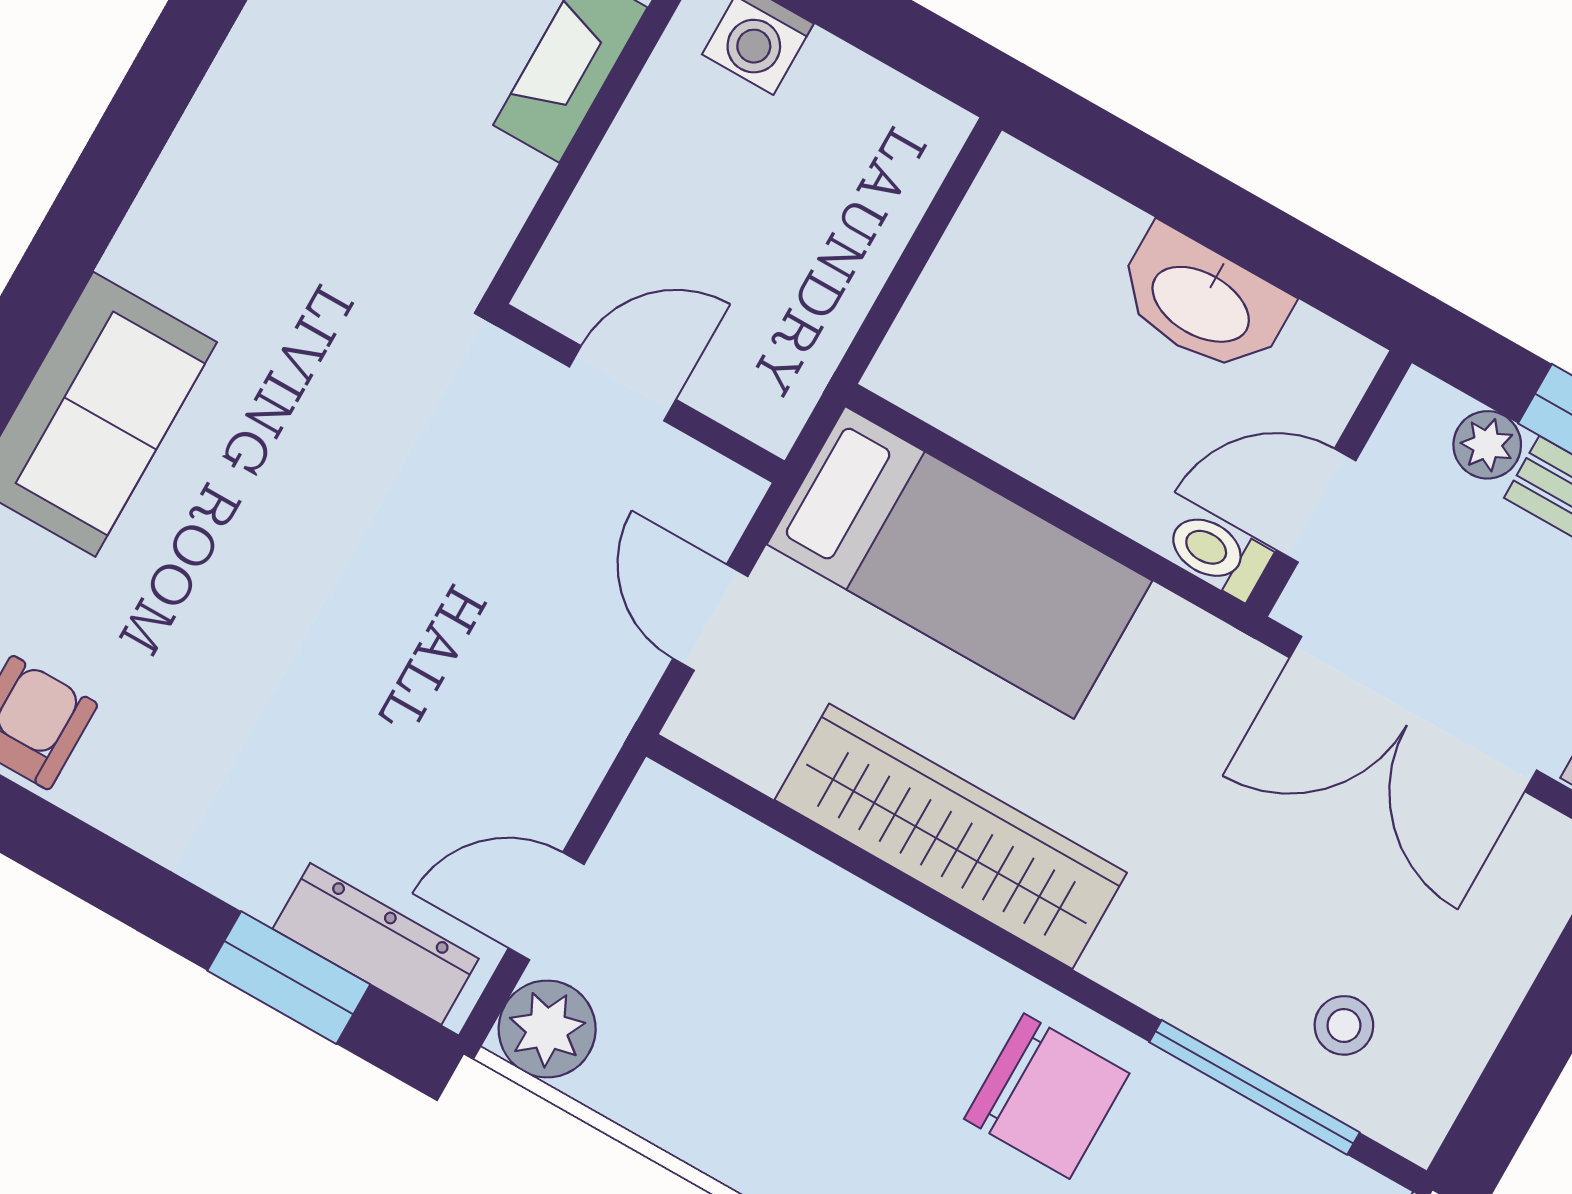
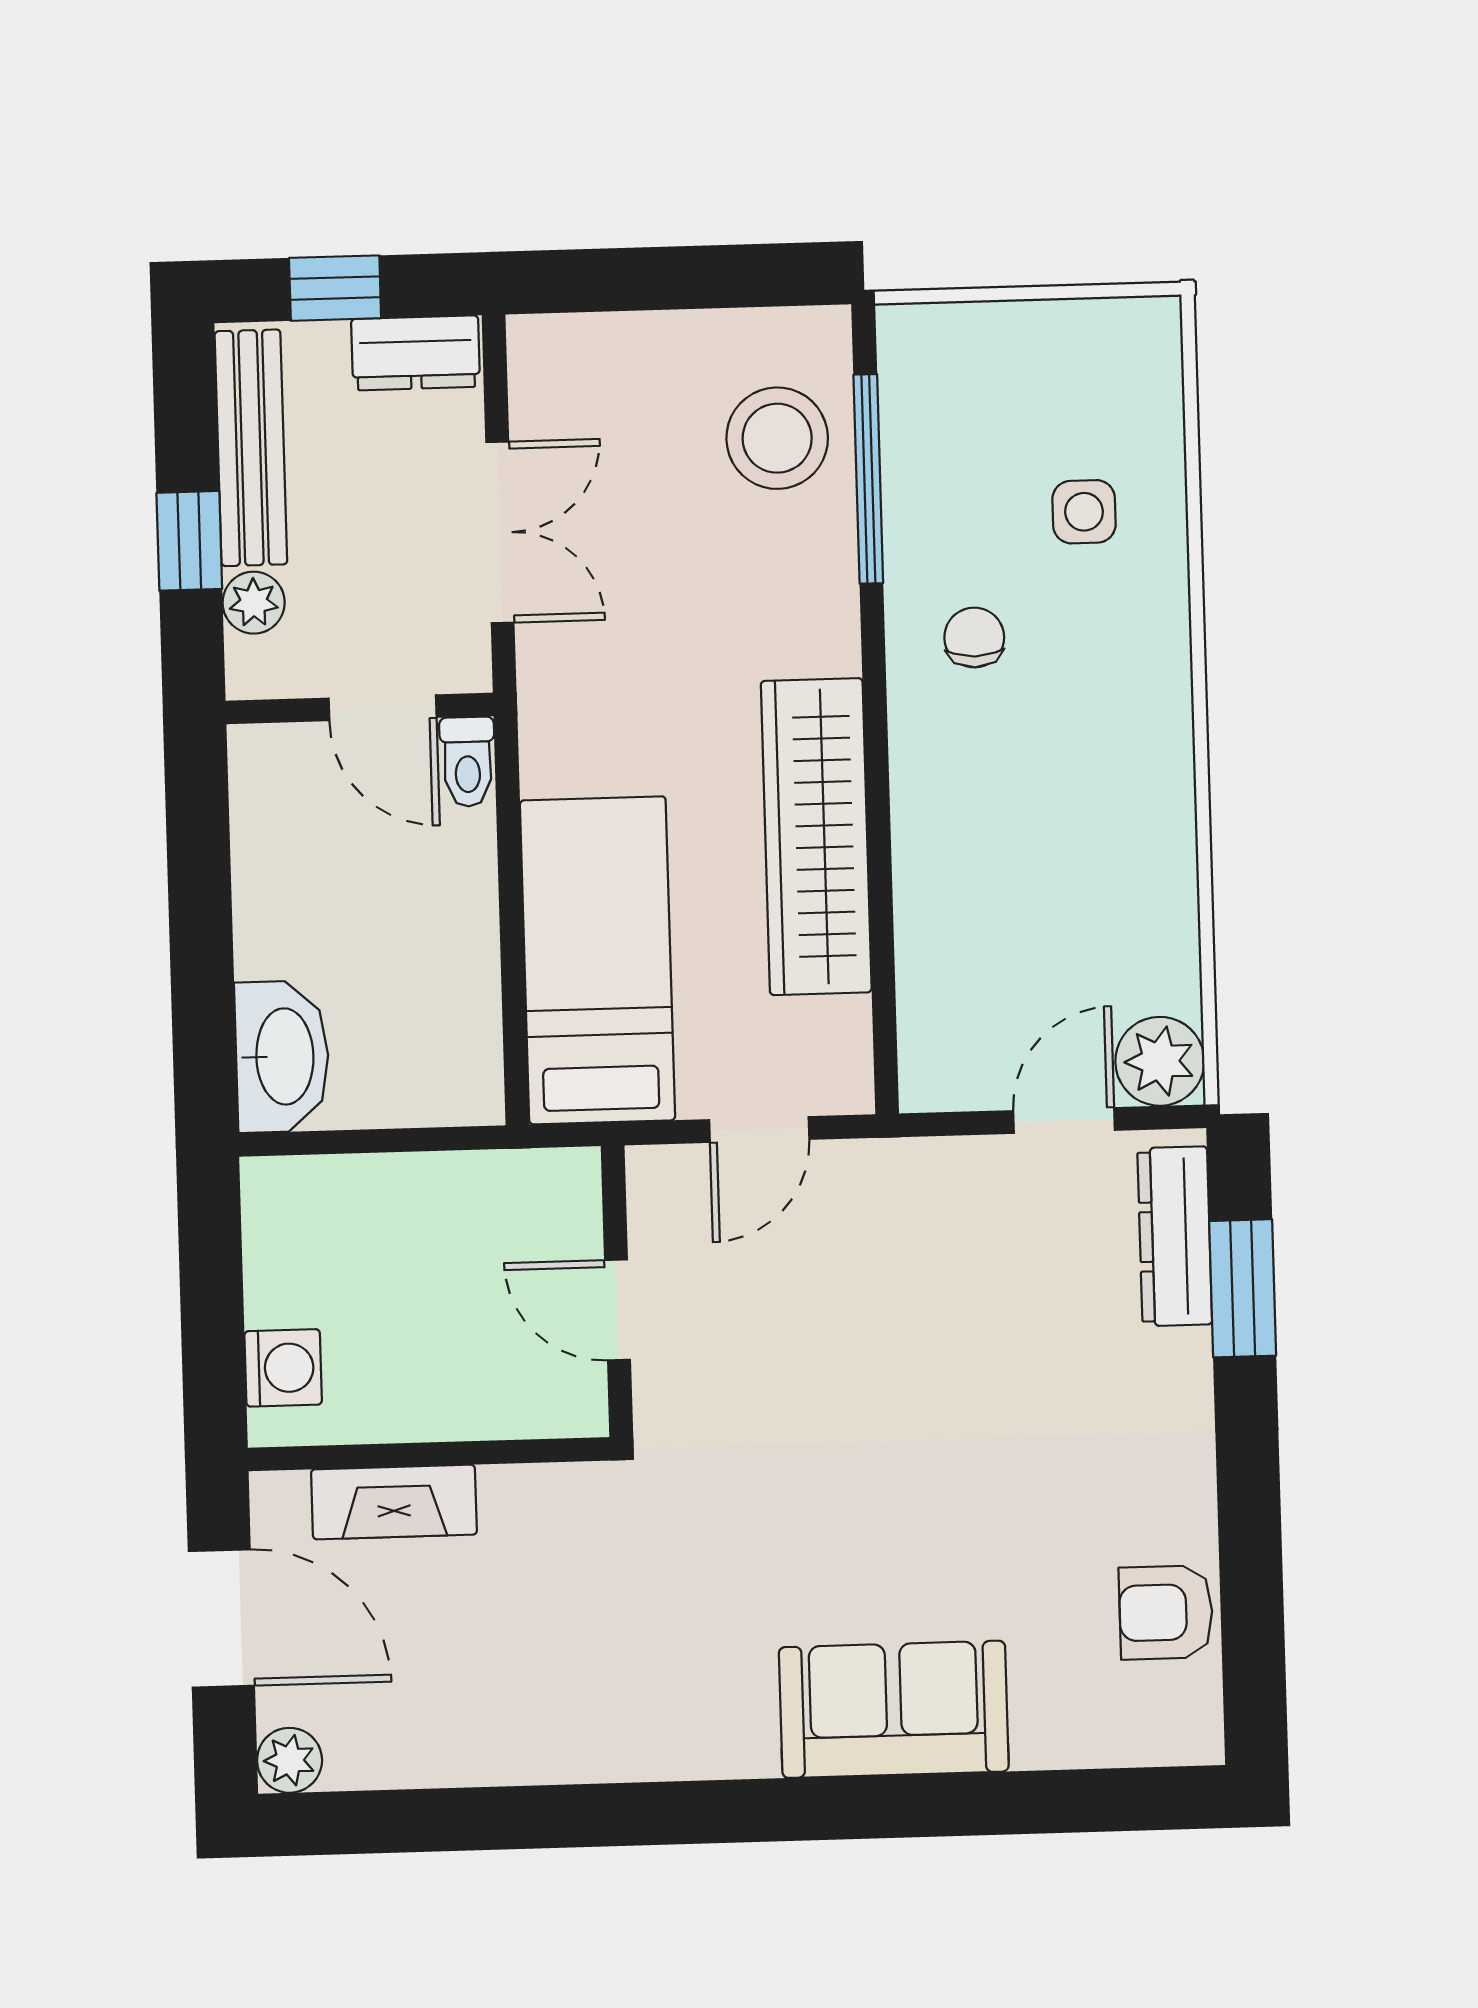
washbasin: (1202, 302) -> (282, 1057), moved
double door: (1413, 714) -> (500, 532), width x0.73
door: (546, 906) -> (1064, 1120), swing flipped
stool: (1344, 1025) -> (777, 438), width x1.89, depth x1.89
chair: (1047, 1096) -> (974, 637), width x0.54, depth x0.54

